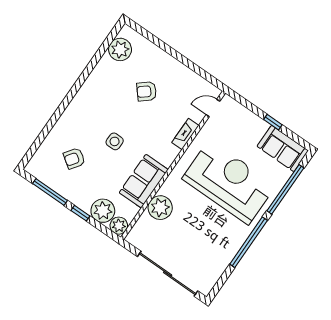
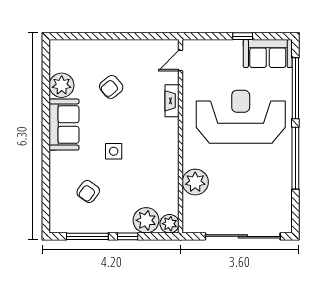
plant: (120, 49) -> (62, 85), moved
sofa: (144, 181) -> (64, 124), moved, turned 180

